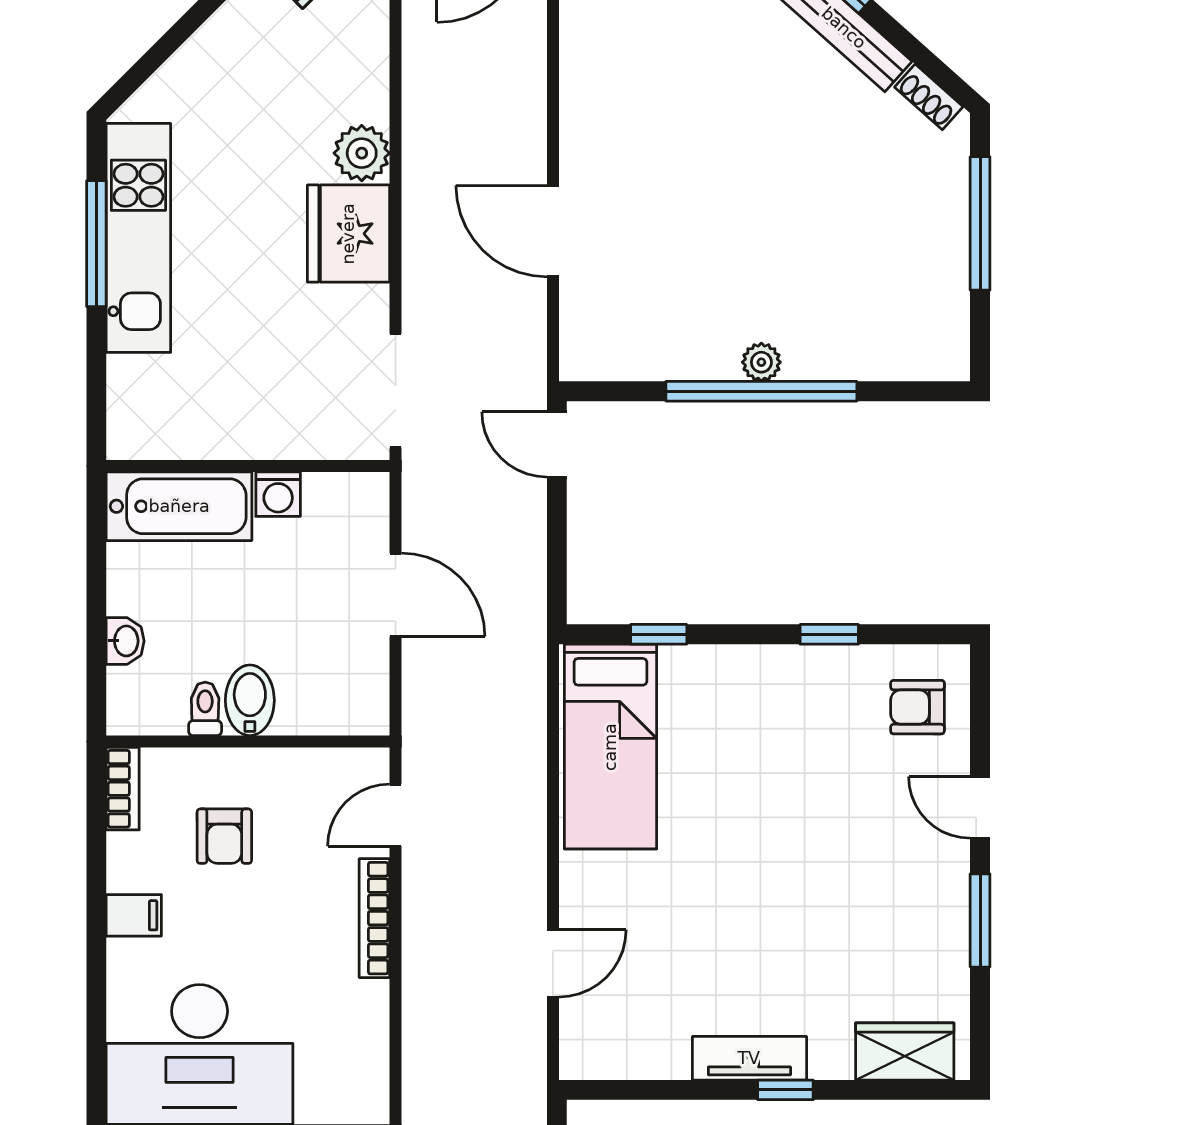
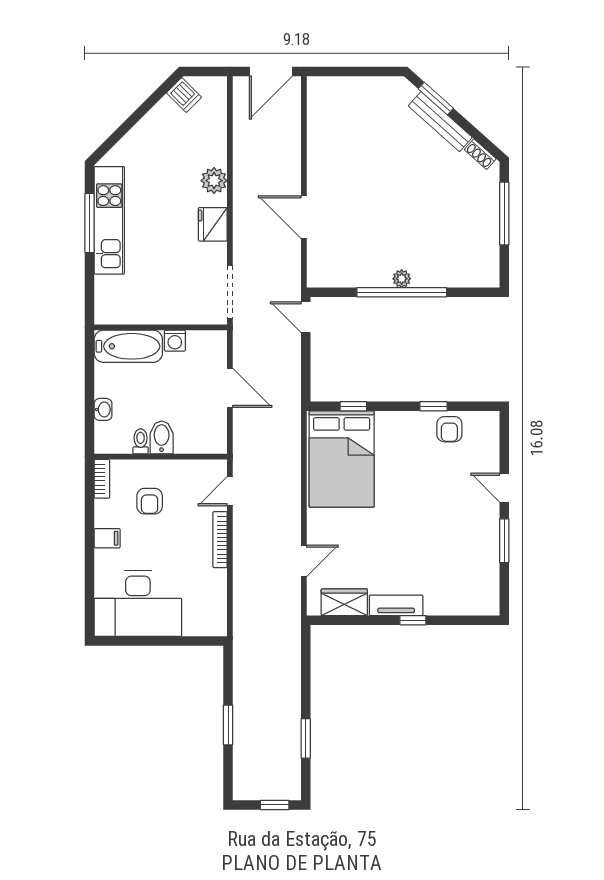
fridge: (348, 234) -> (213, 224), width x0.73, depth x0.75
armchair: (917, 707) -> (449, 429), moved, turned -90
bed: (610, 747) -> (342, 459), width x1.50
wardrobe: (905, 1052) -> (344, 602), moved

